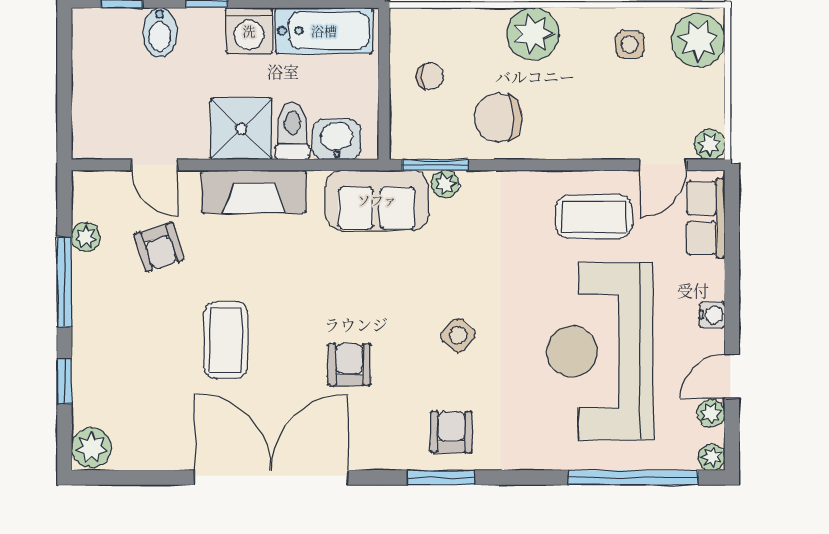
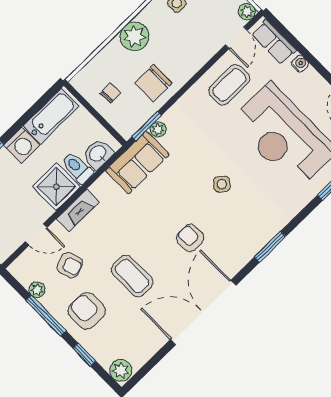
fireplace: (254, 192) -> (78, 210), width x0.73, depth x0.76
water cooler: (712, 315) -> (300, 64), moved
armchair: (451, 432) -> (87, 311), moved, width x1.38, depth x1.38

